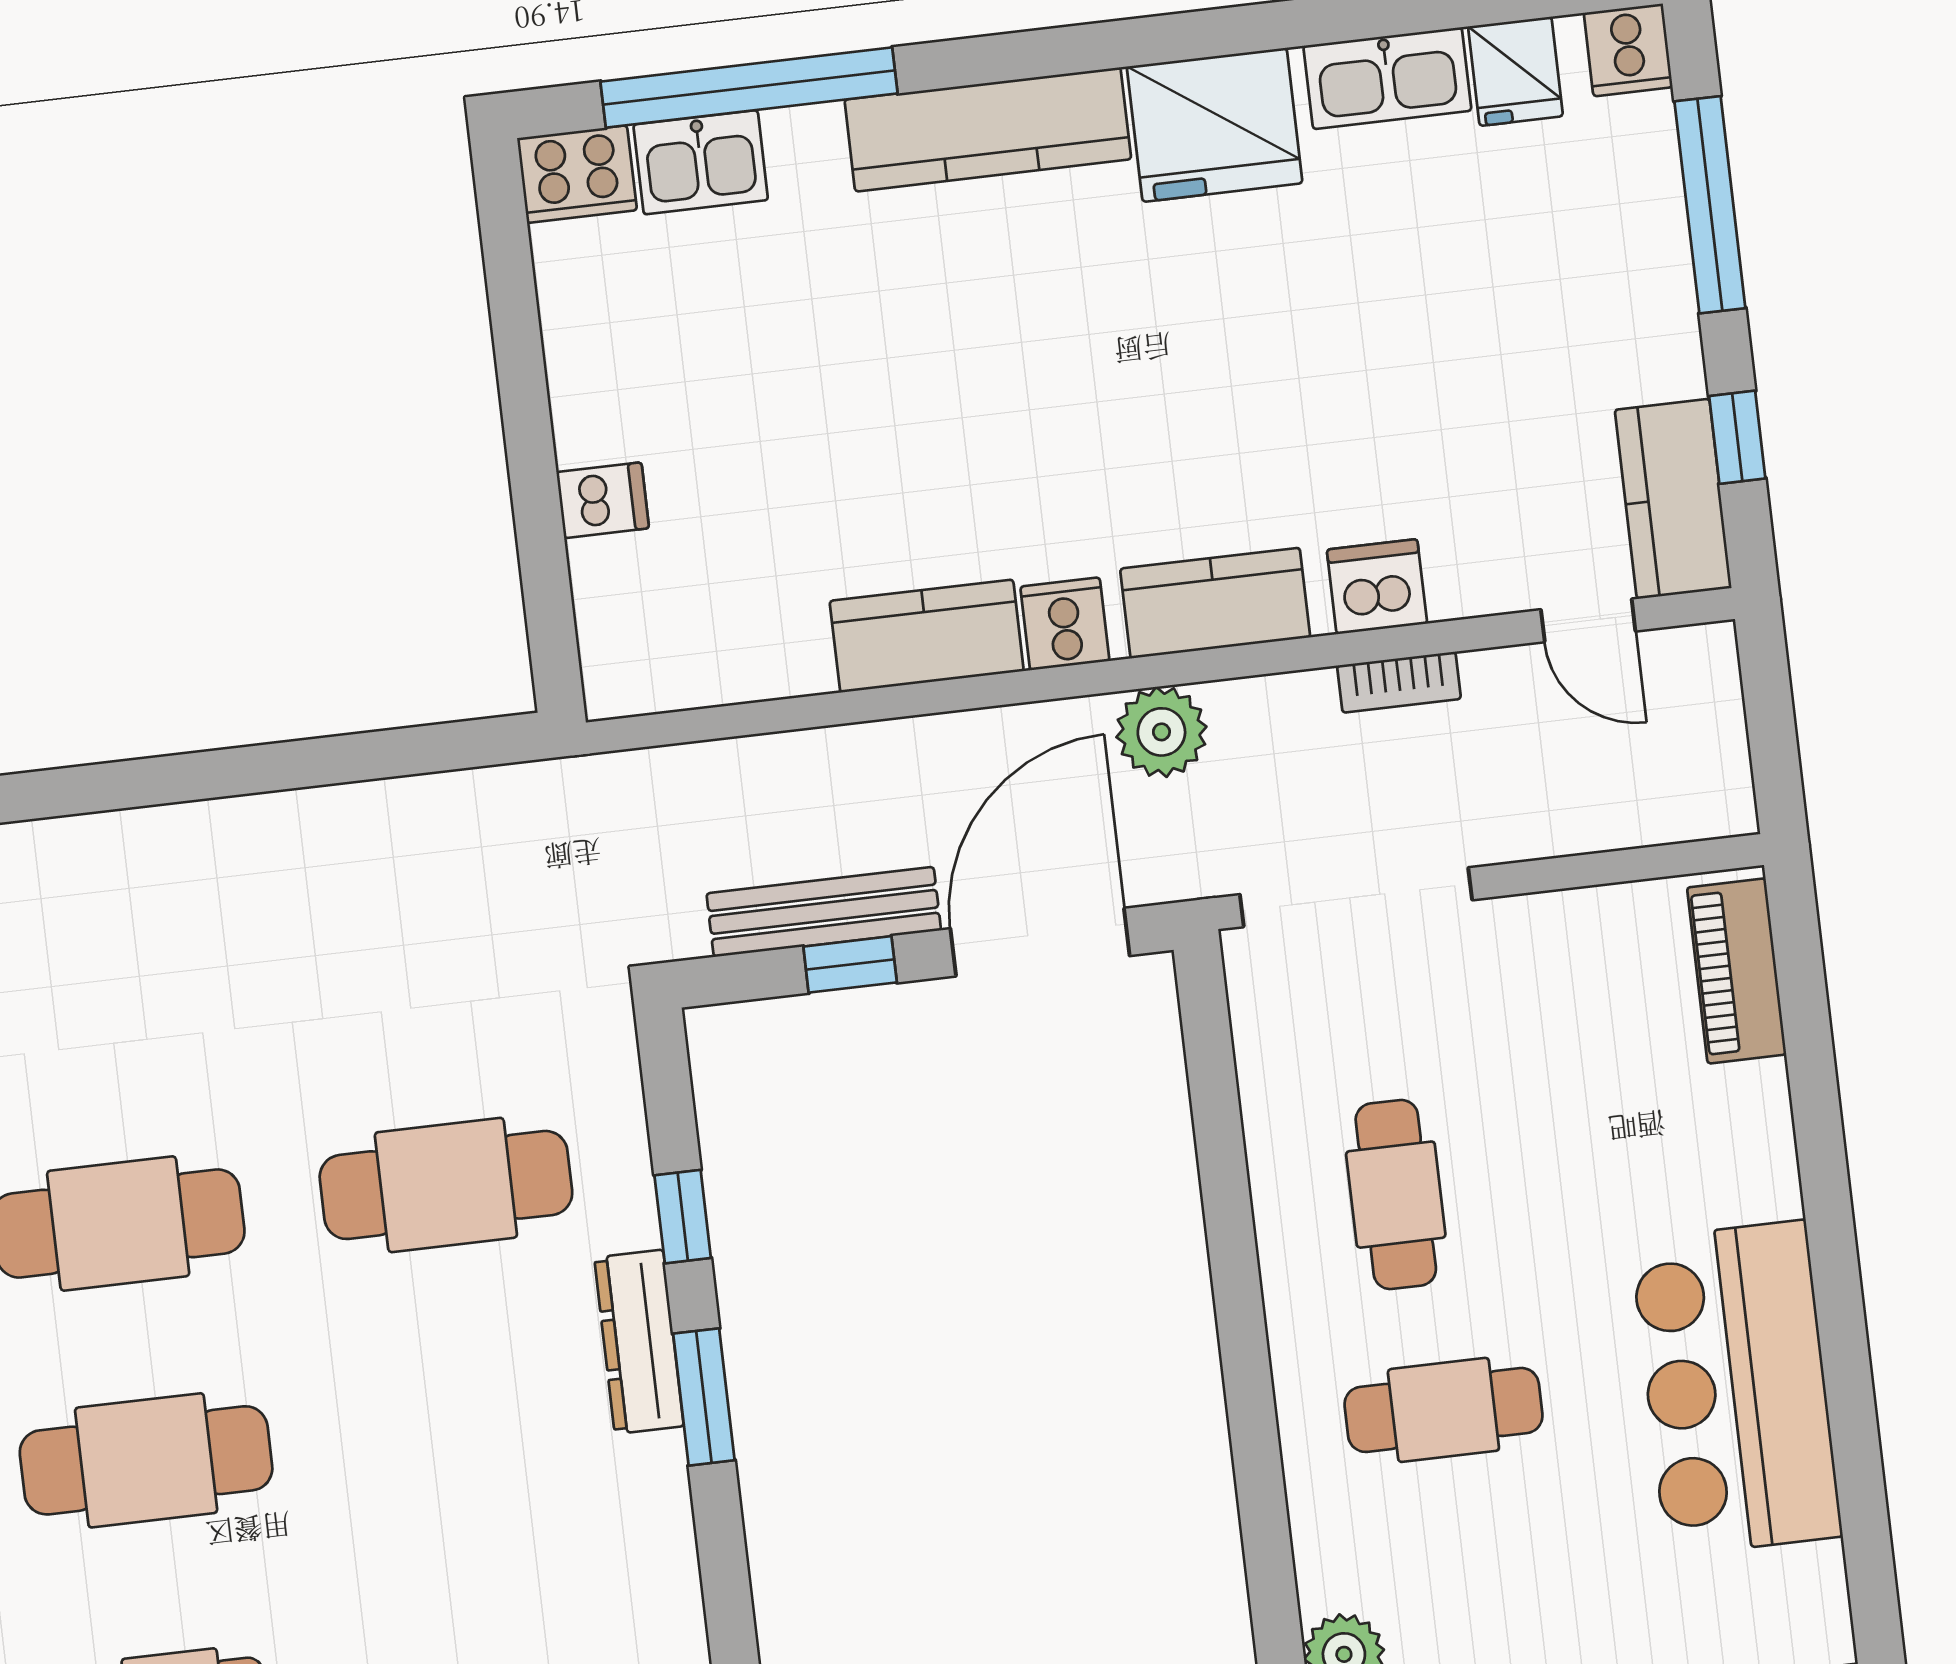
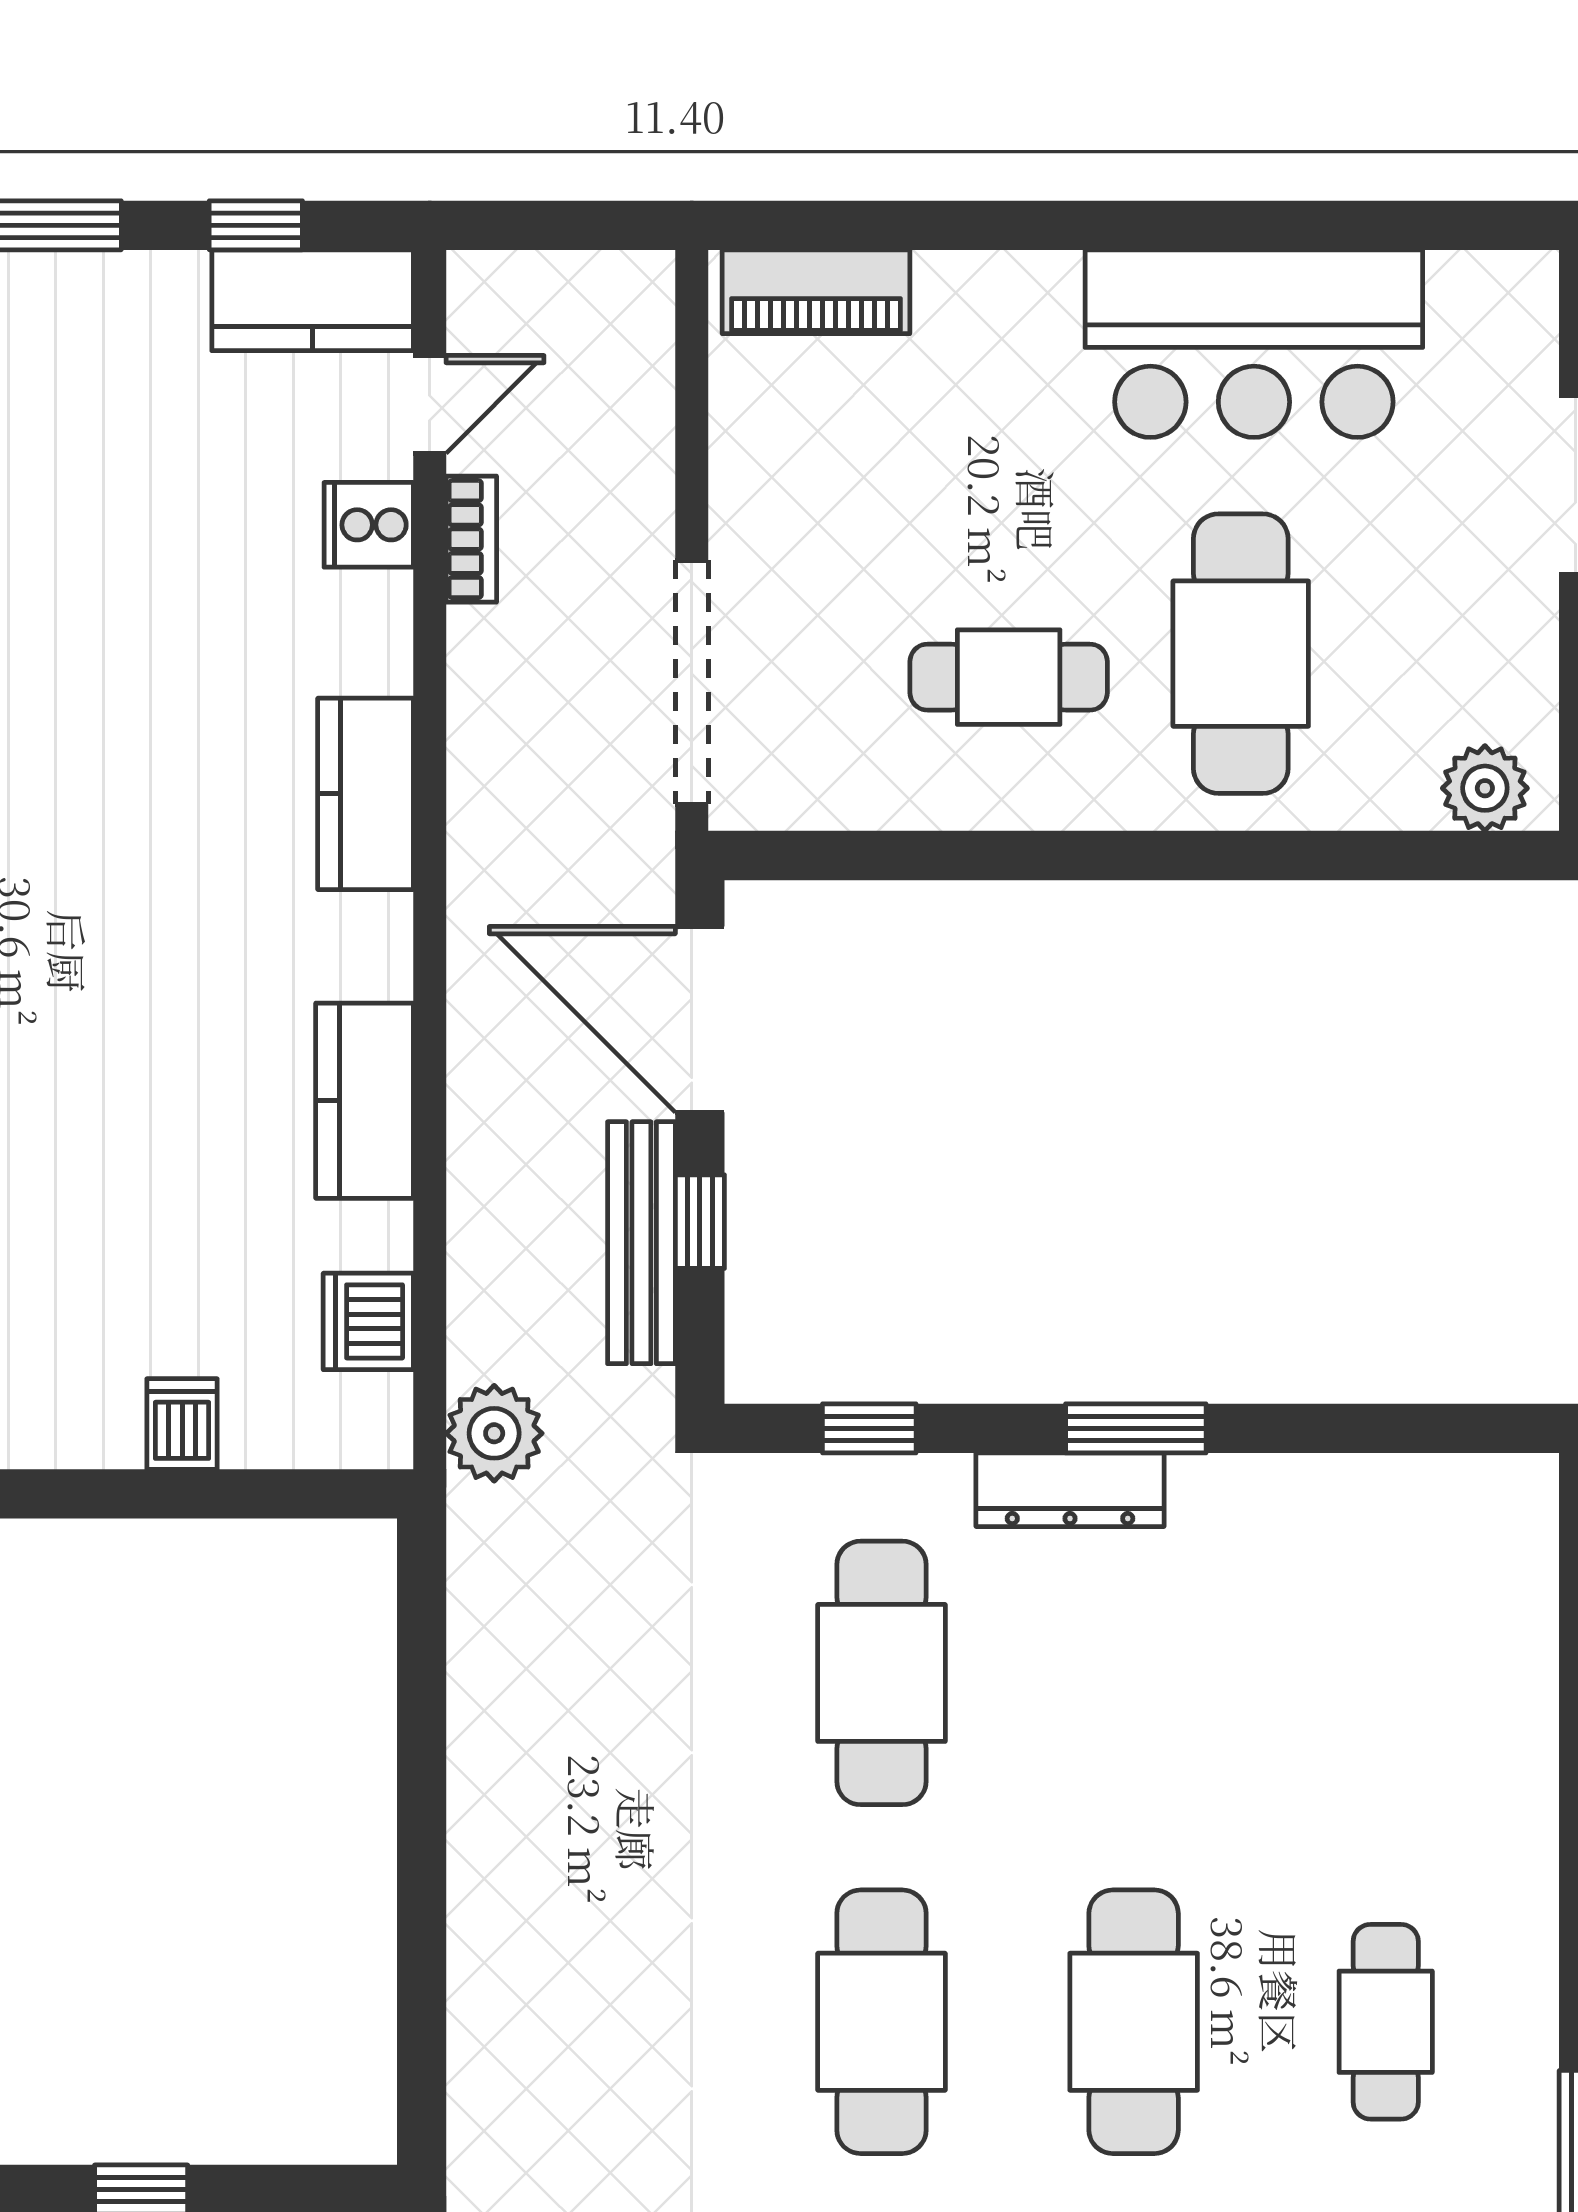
dishwasher: (1377, 587) -> (368, 1321), moved
cooker: (1065, 624) -> (369, 525), moved
bookcase: (1399, 682) -> (471, 539), moved
plant: (1161, 732) -> (494, 1433), moved
window: (683, 1217) -> (869, 1428), moved
cafe table: (1443, 1410) -> (1241, 654), width x1.37, depth x1.35

